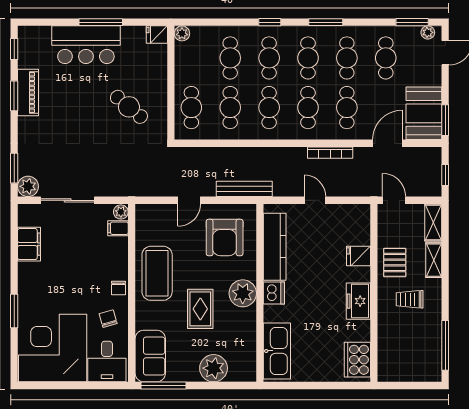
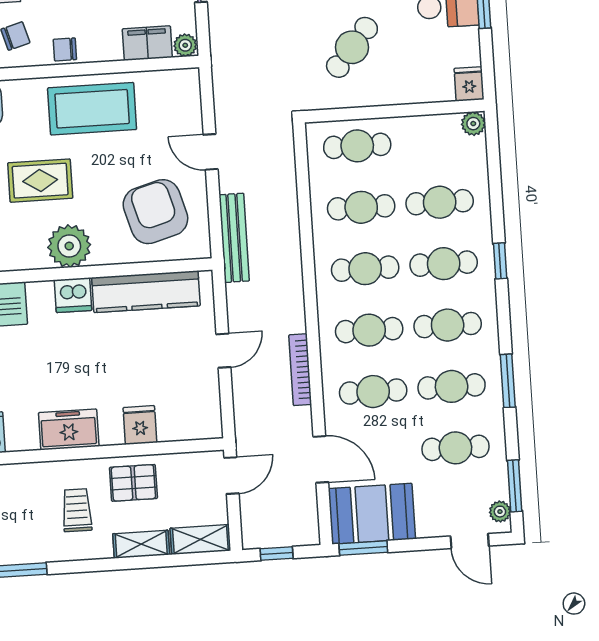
window: (326, 22) -> (508, 381), moved
filing cabinet: (118, 228) -> (147, 43), width x2.00
armchair: (225, 237) -> (155, 212), turned 74

